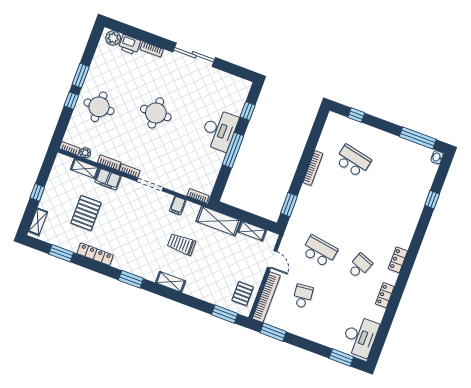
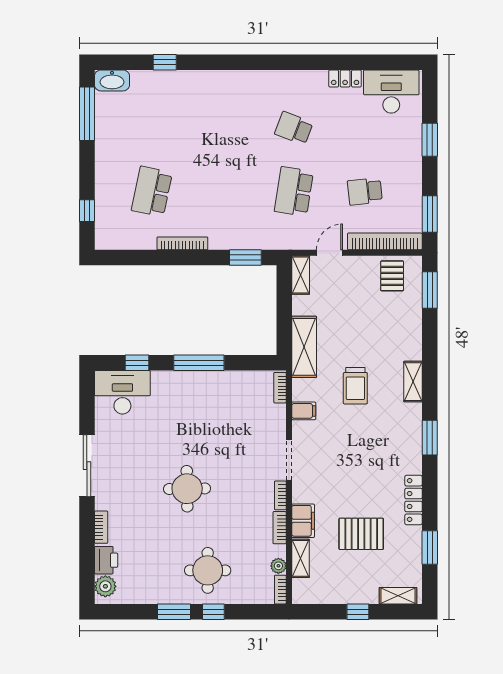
desk: (219, 130) -> (122, 392), moved
washbasin: (437, 157) -> (112, 80), width x1.91, depth x1.45
shelving: (252, 231) -> (301, 275), moved
locker: (398, 260) -> (266, 79), removed
pallet: (243, 294) -> (392, 276), turned 90
locker: (385, 295) -> (345, 78), moved
window: (341, 357) -> (430, 140), moved

